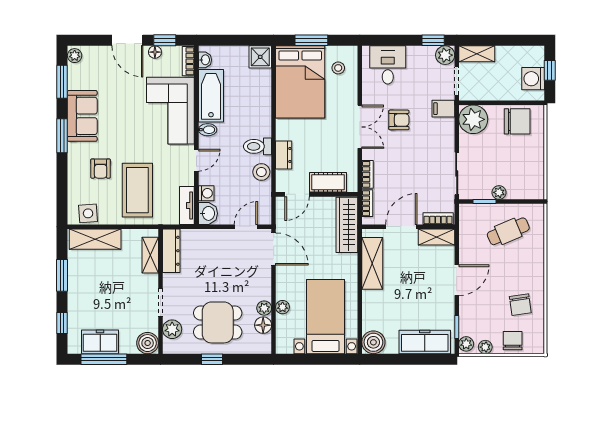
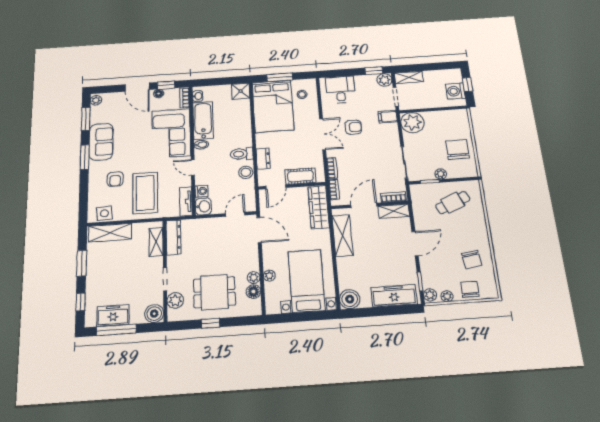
chair: (517, 121) -> (457, 149), moved, turned -90
door: (196, 160) -> (193, 167), swing flipped

